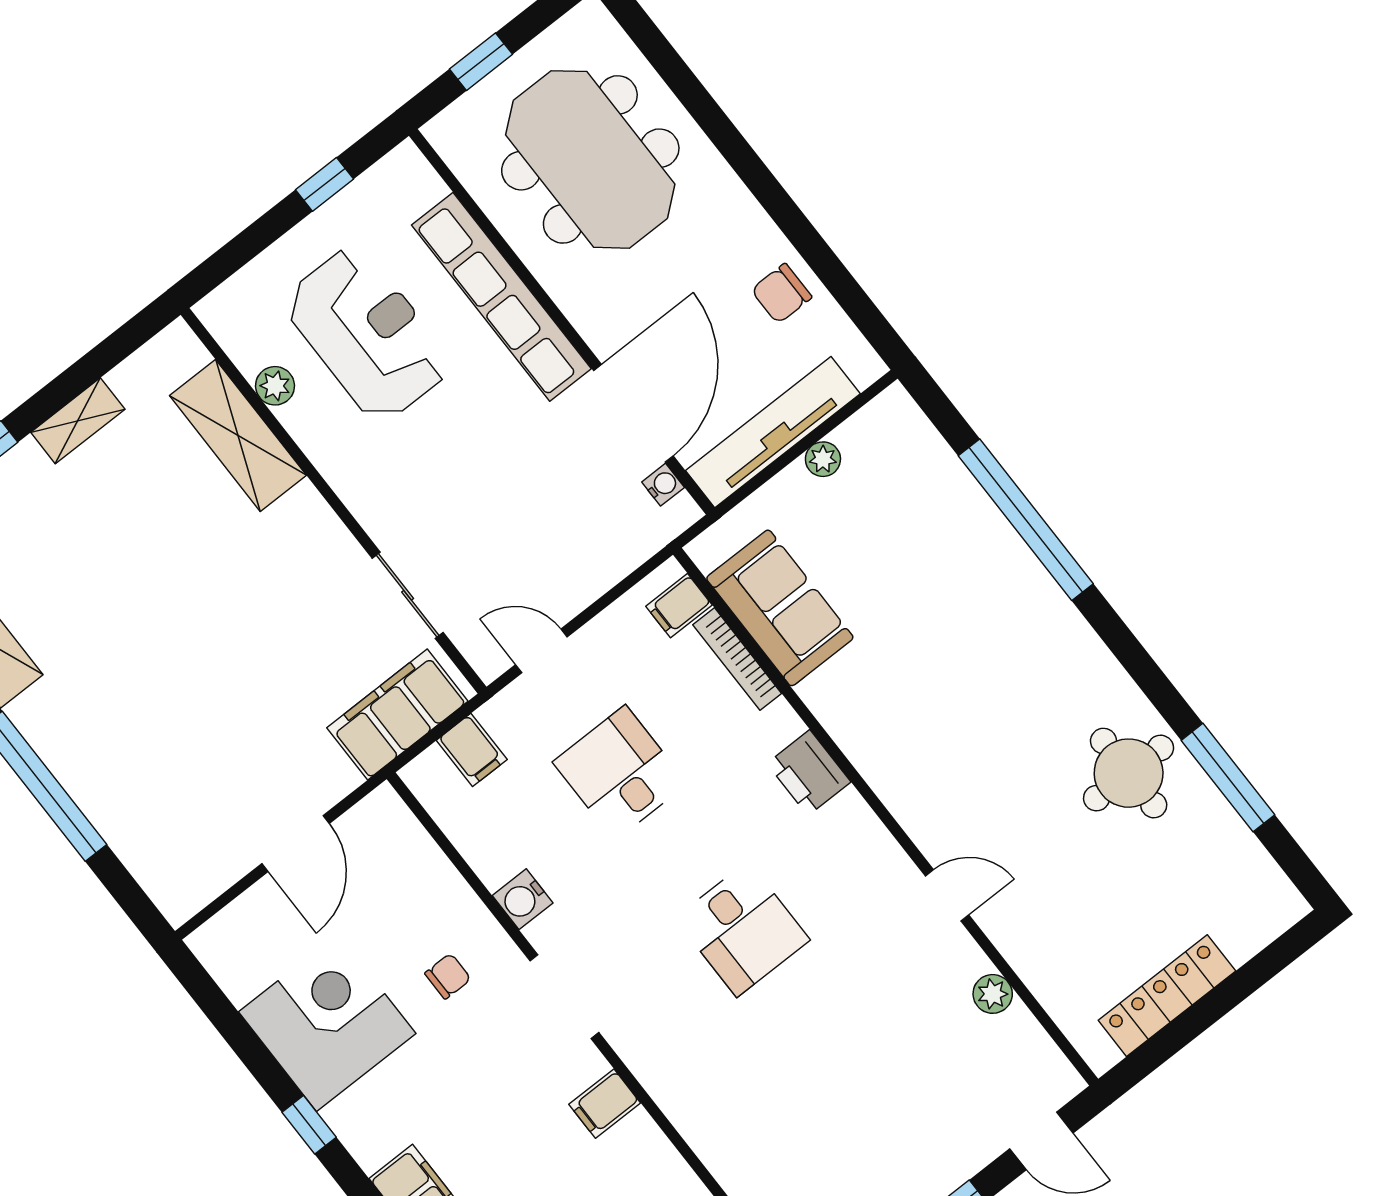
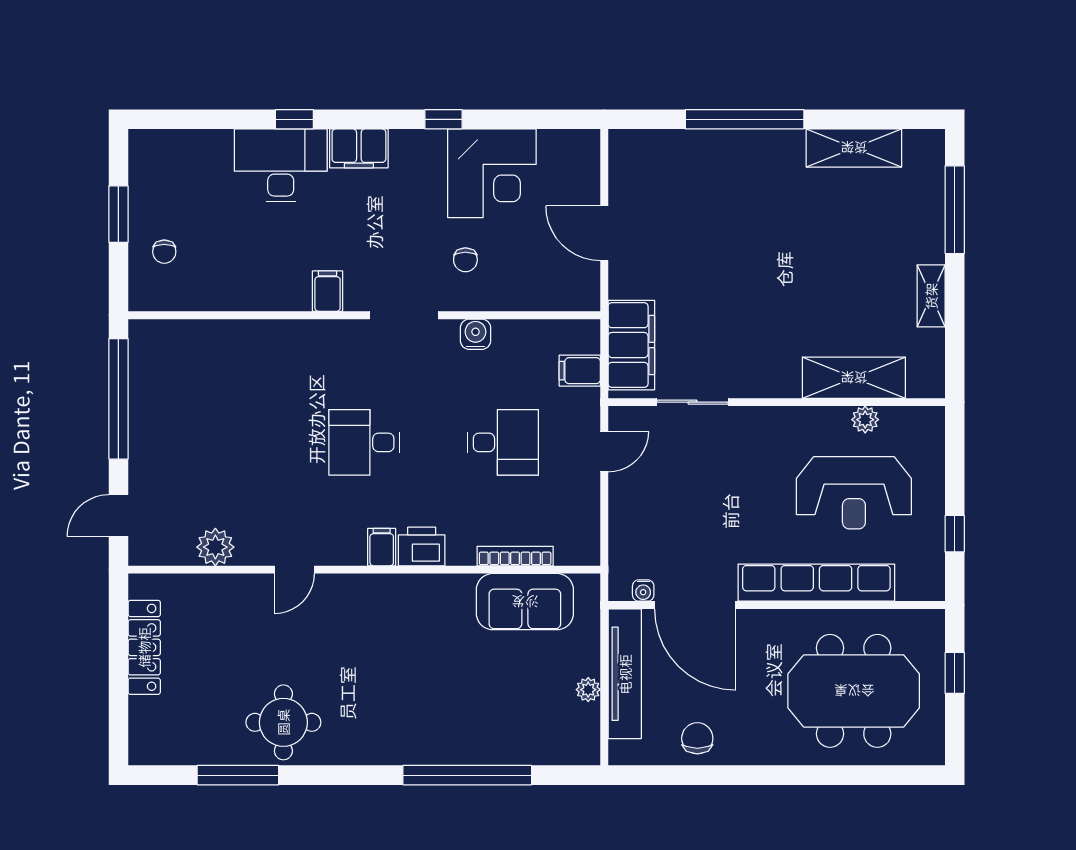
filing cabinet: (679, 606) -> (382, 547), moved
plant: (993, 994) -> (215, 547), width x1.38, depth x1.38

